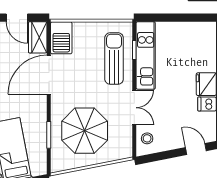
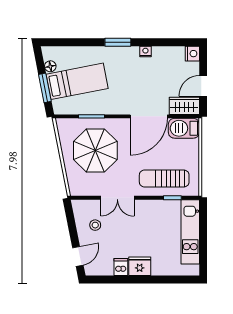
kitchen unit: (146, 55) -> (190, 232), moved, turned 90
sun lounger: (114, 59) -> (164, 179), turned 180
door: (49, 75) -> (149, 116), swing flipped
stool: (147, 138) -> (95, 225), moved

